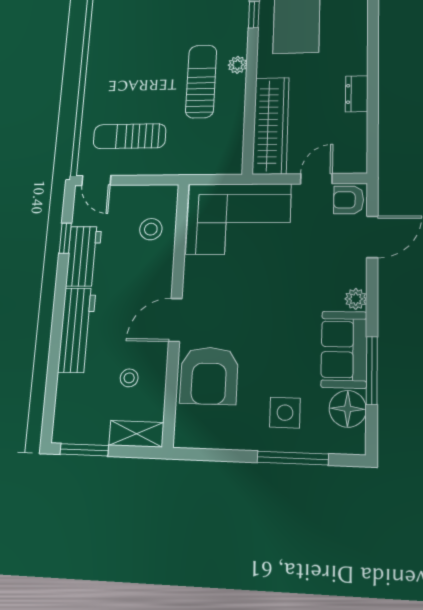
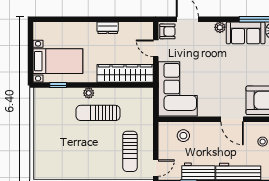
armchair: (349, 200) -> (167, 31), turned -90

